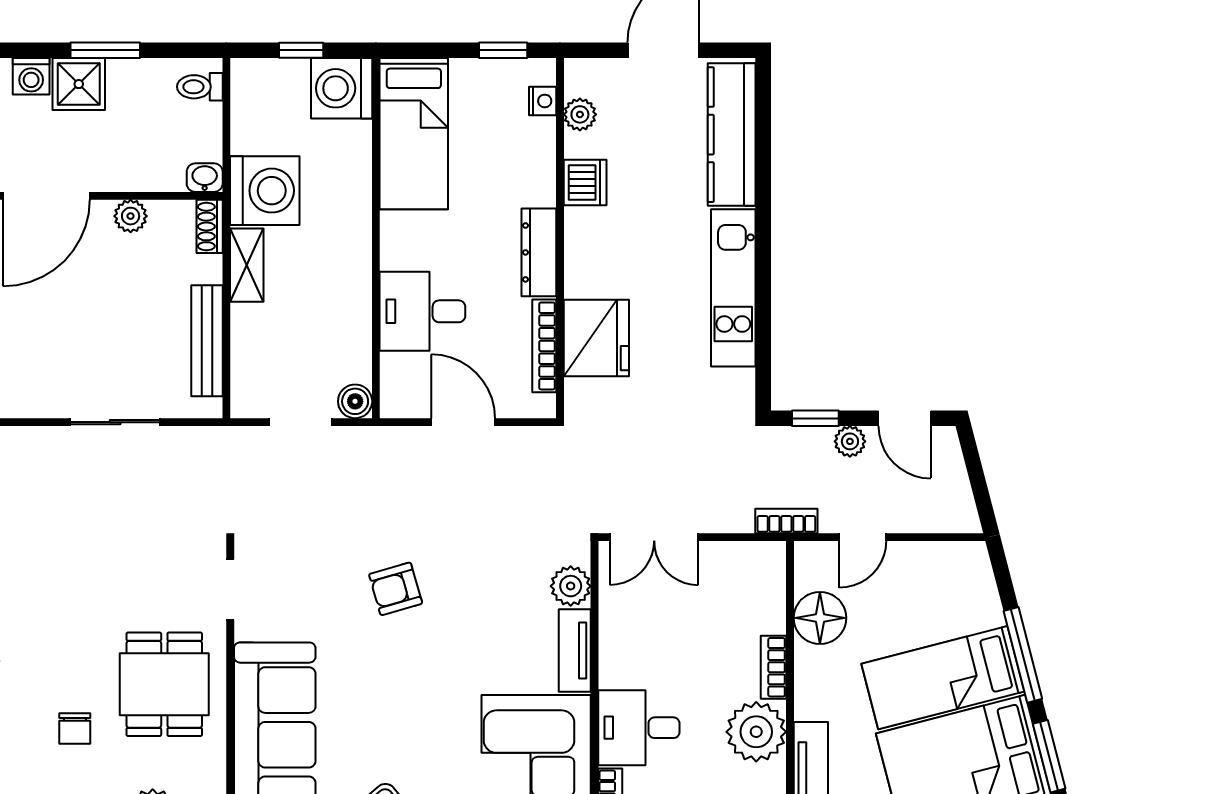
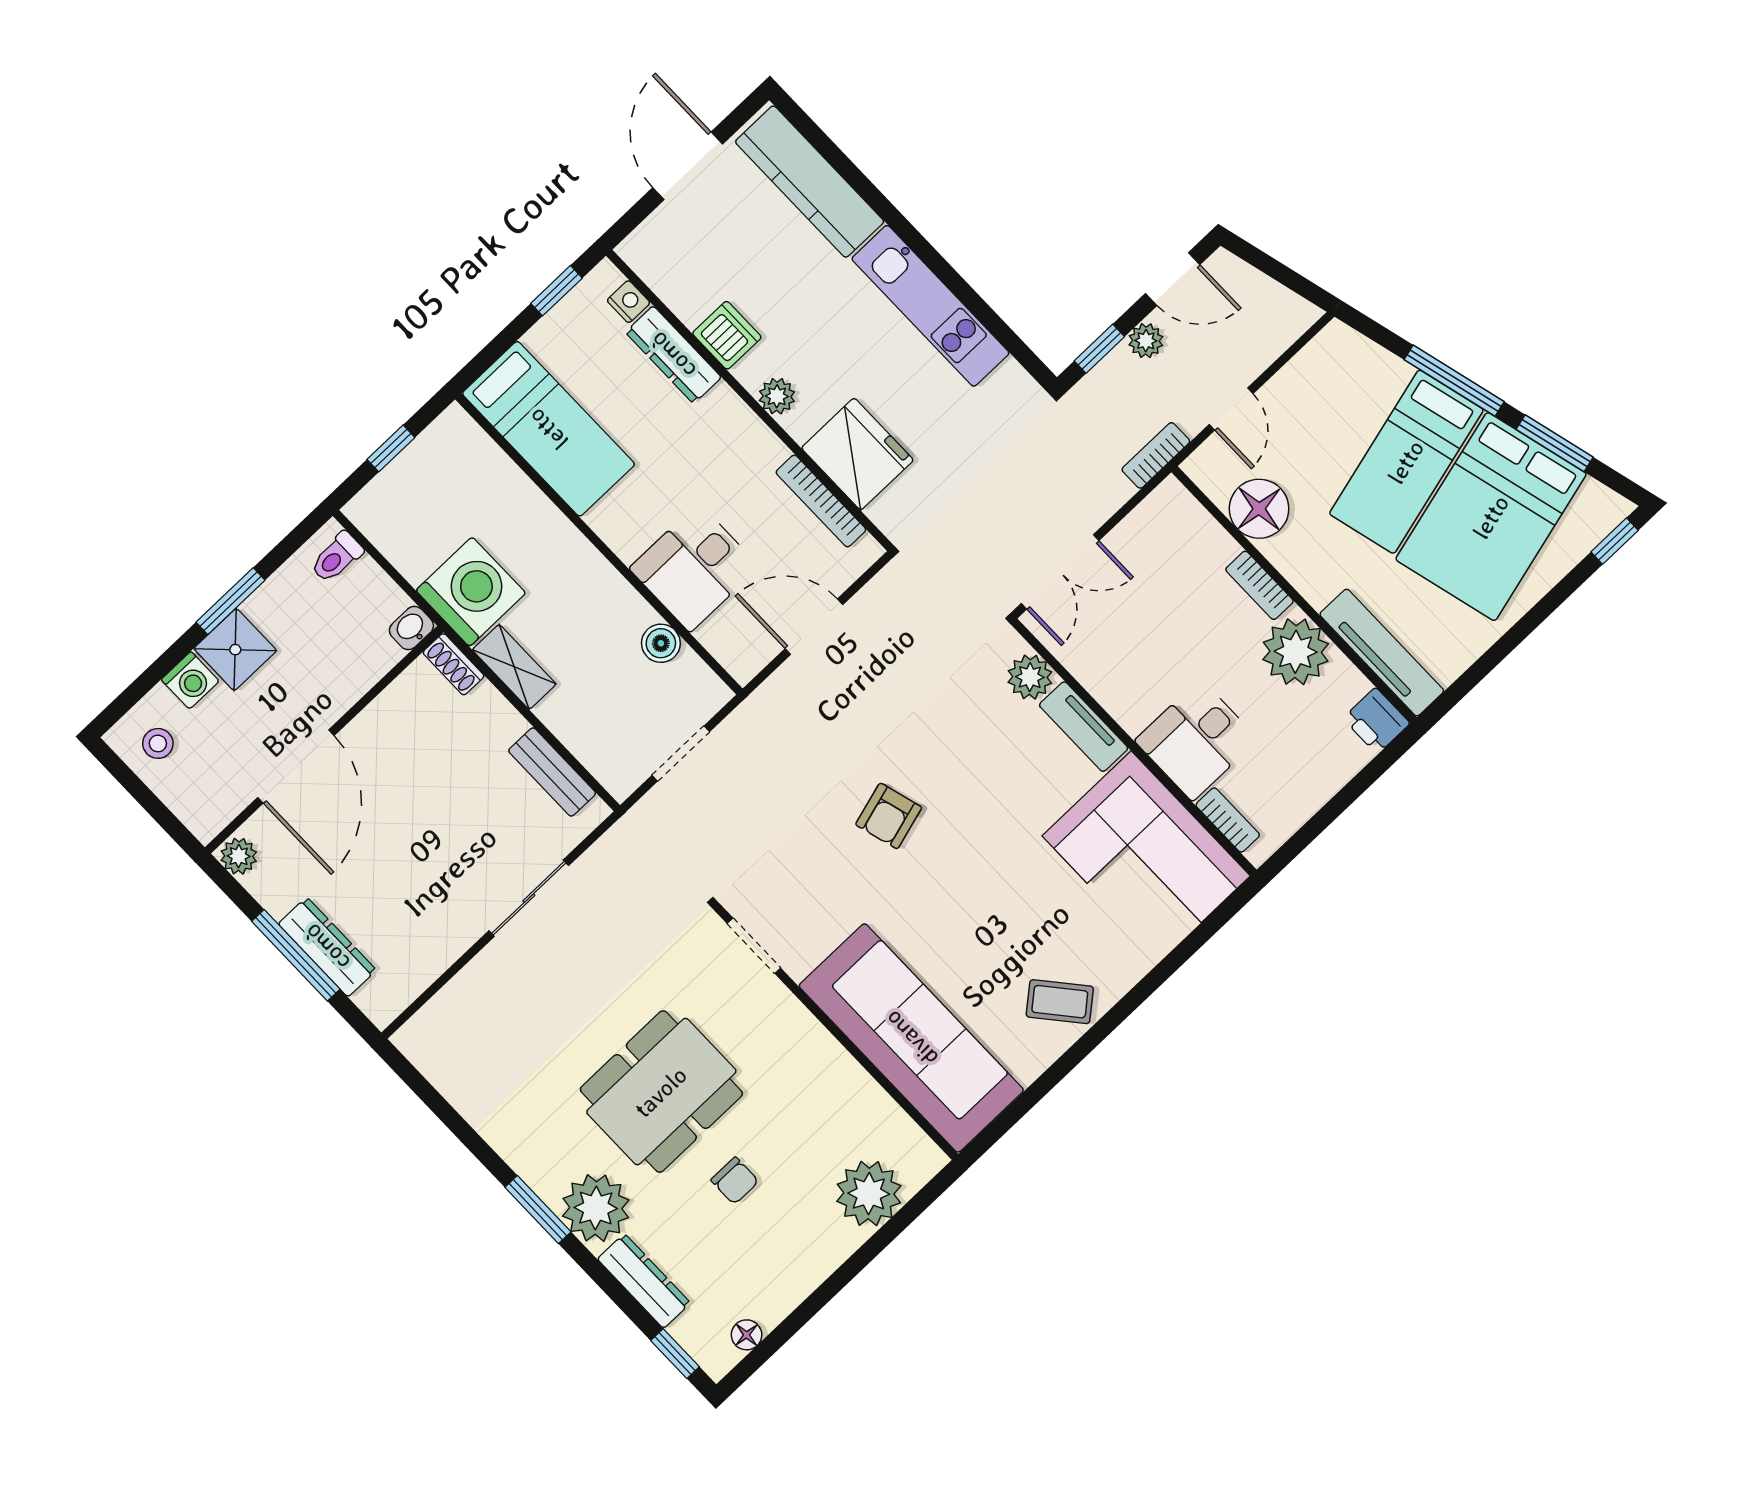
washing machine: (342, 88) -> (454, 448), removed
plant: (580, 114) -> (777, 396), moved
plant: (131, 216) -> (381, 717), removed
dresser: (539, 252) -> (673, 355), moved
bench: (207, 341) -> (552, 772), width x0.73
boiler: (355, 401) -> (661, 643), moved
dining table: (164, 684) -> (661, 1092), moved, width x1.38

